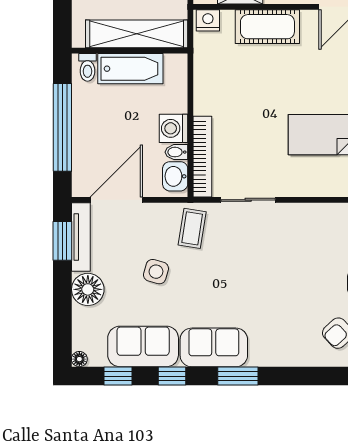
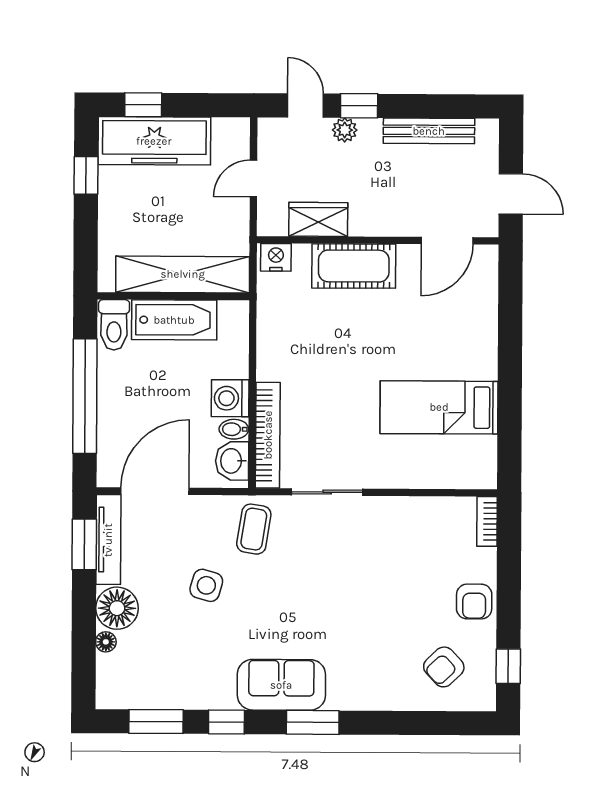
toilet: (87, 67) -> (114, 325), width x1.37, depth x1.39
sofa: (143, 346) -> (189, 683), removed
floor lamp: (79, 359) -> (106, 642), moved
window: (118, 376) -> (156, 722), width x1.50

